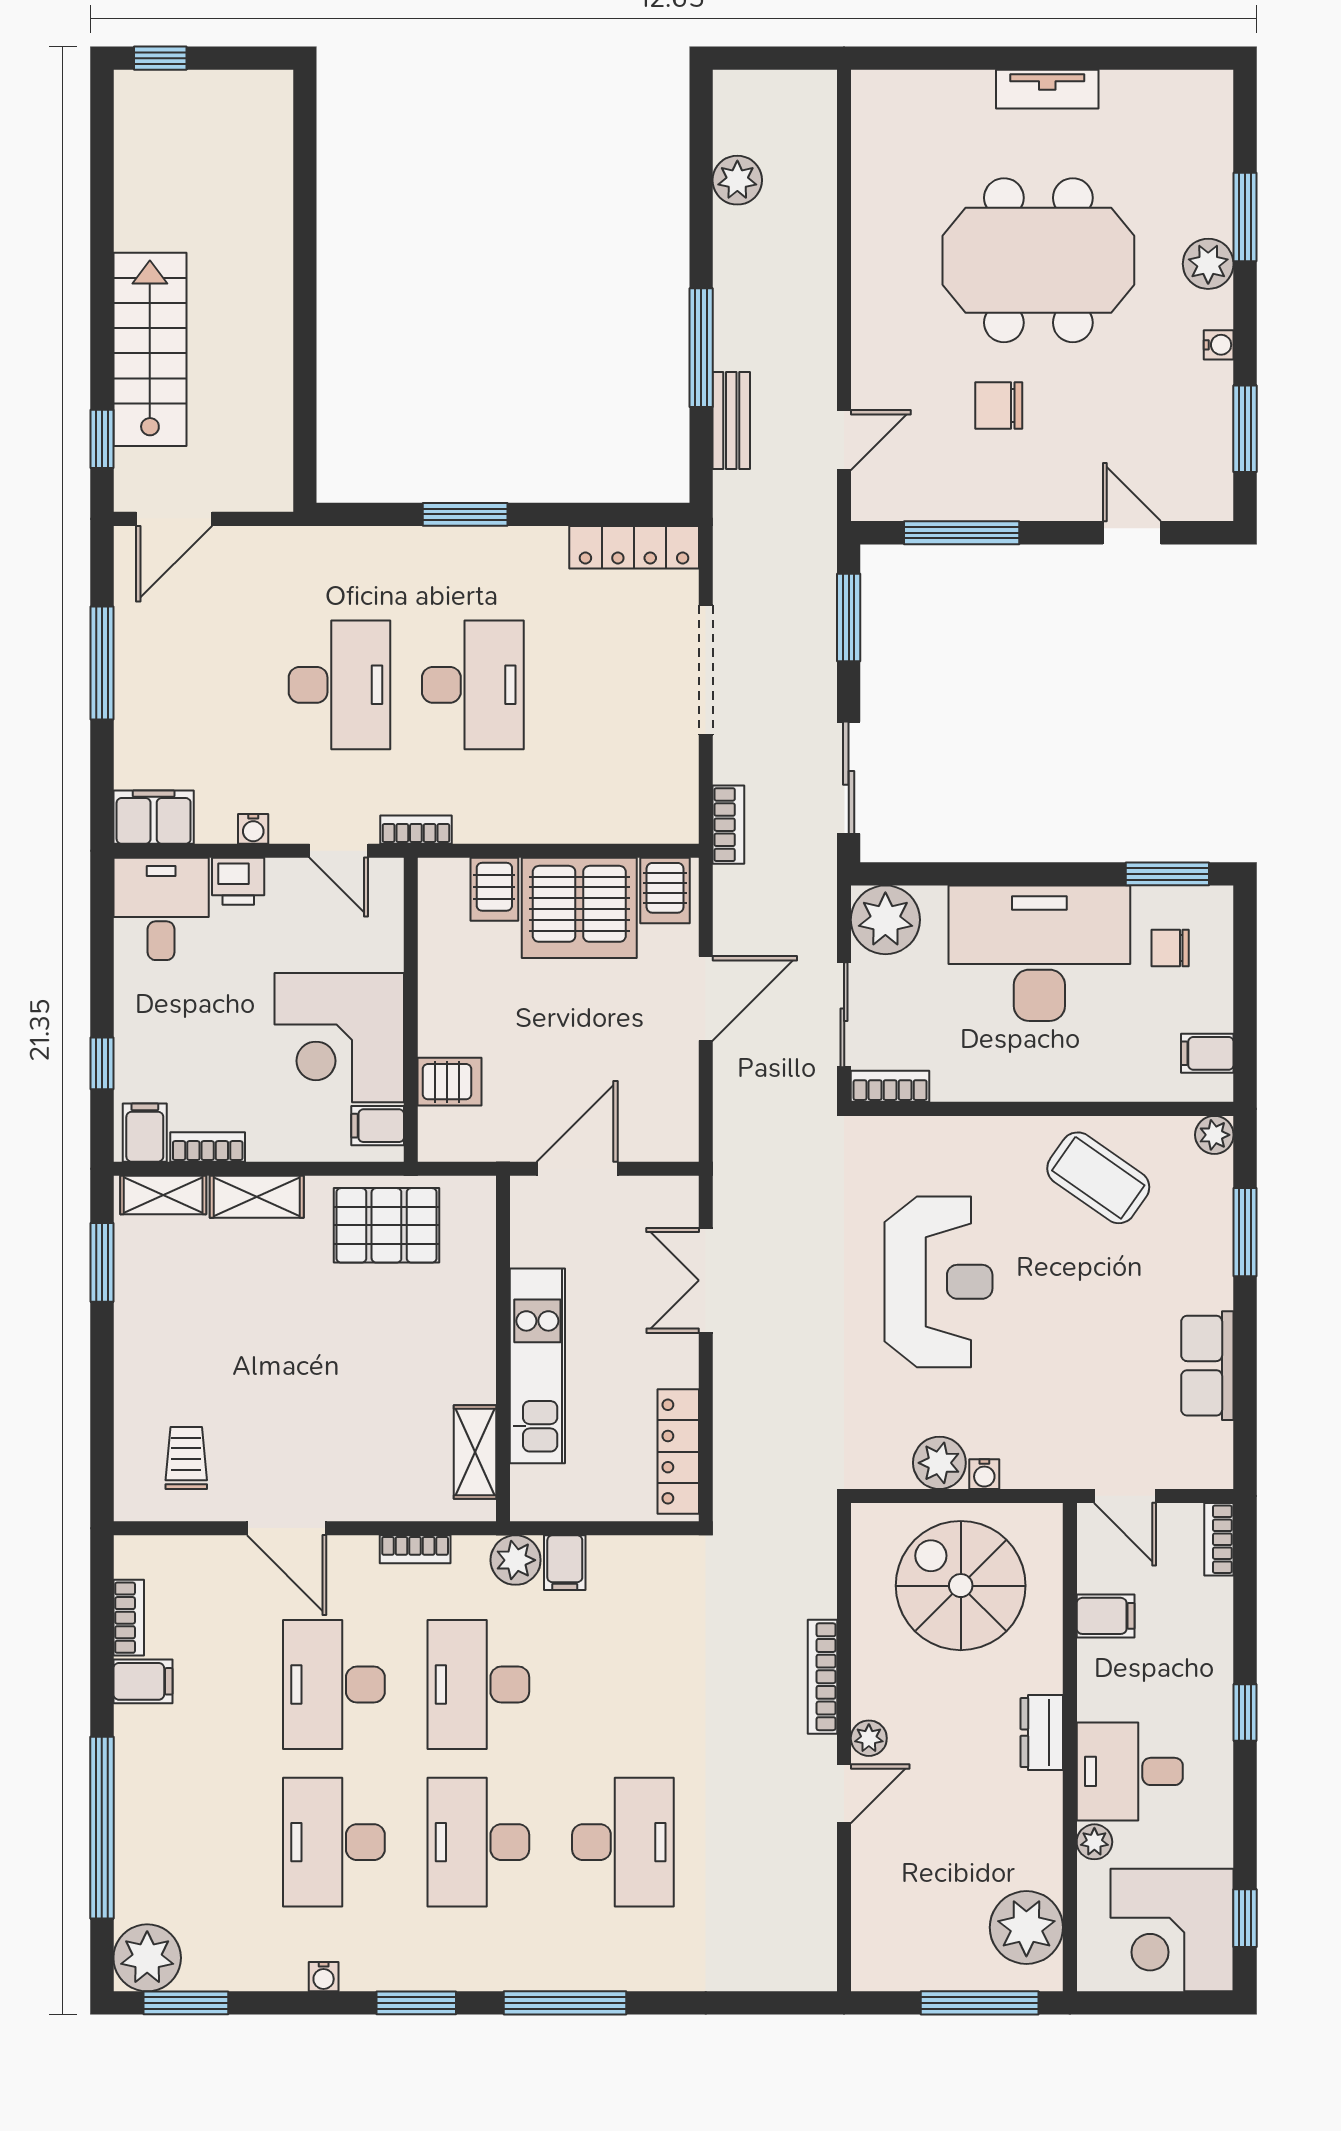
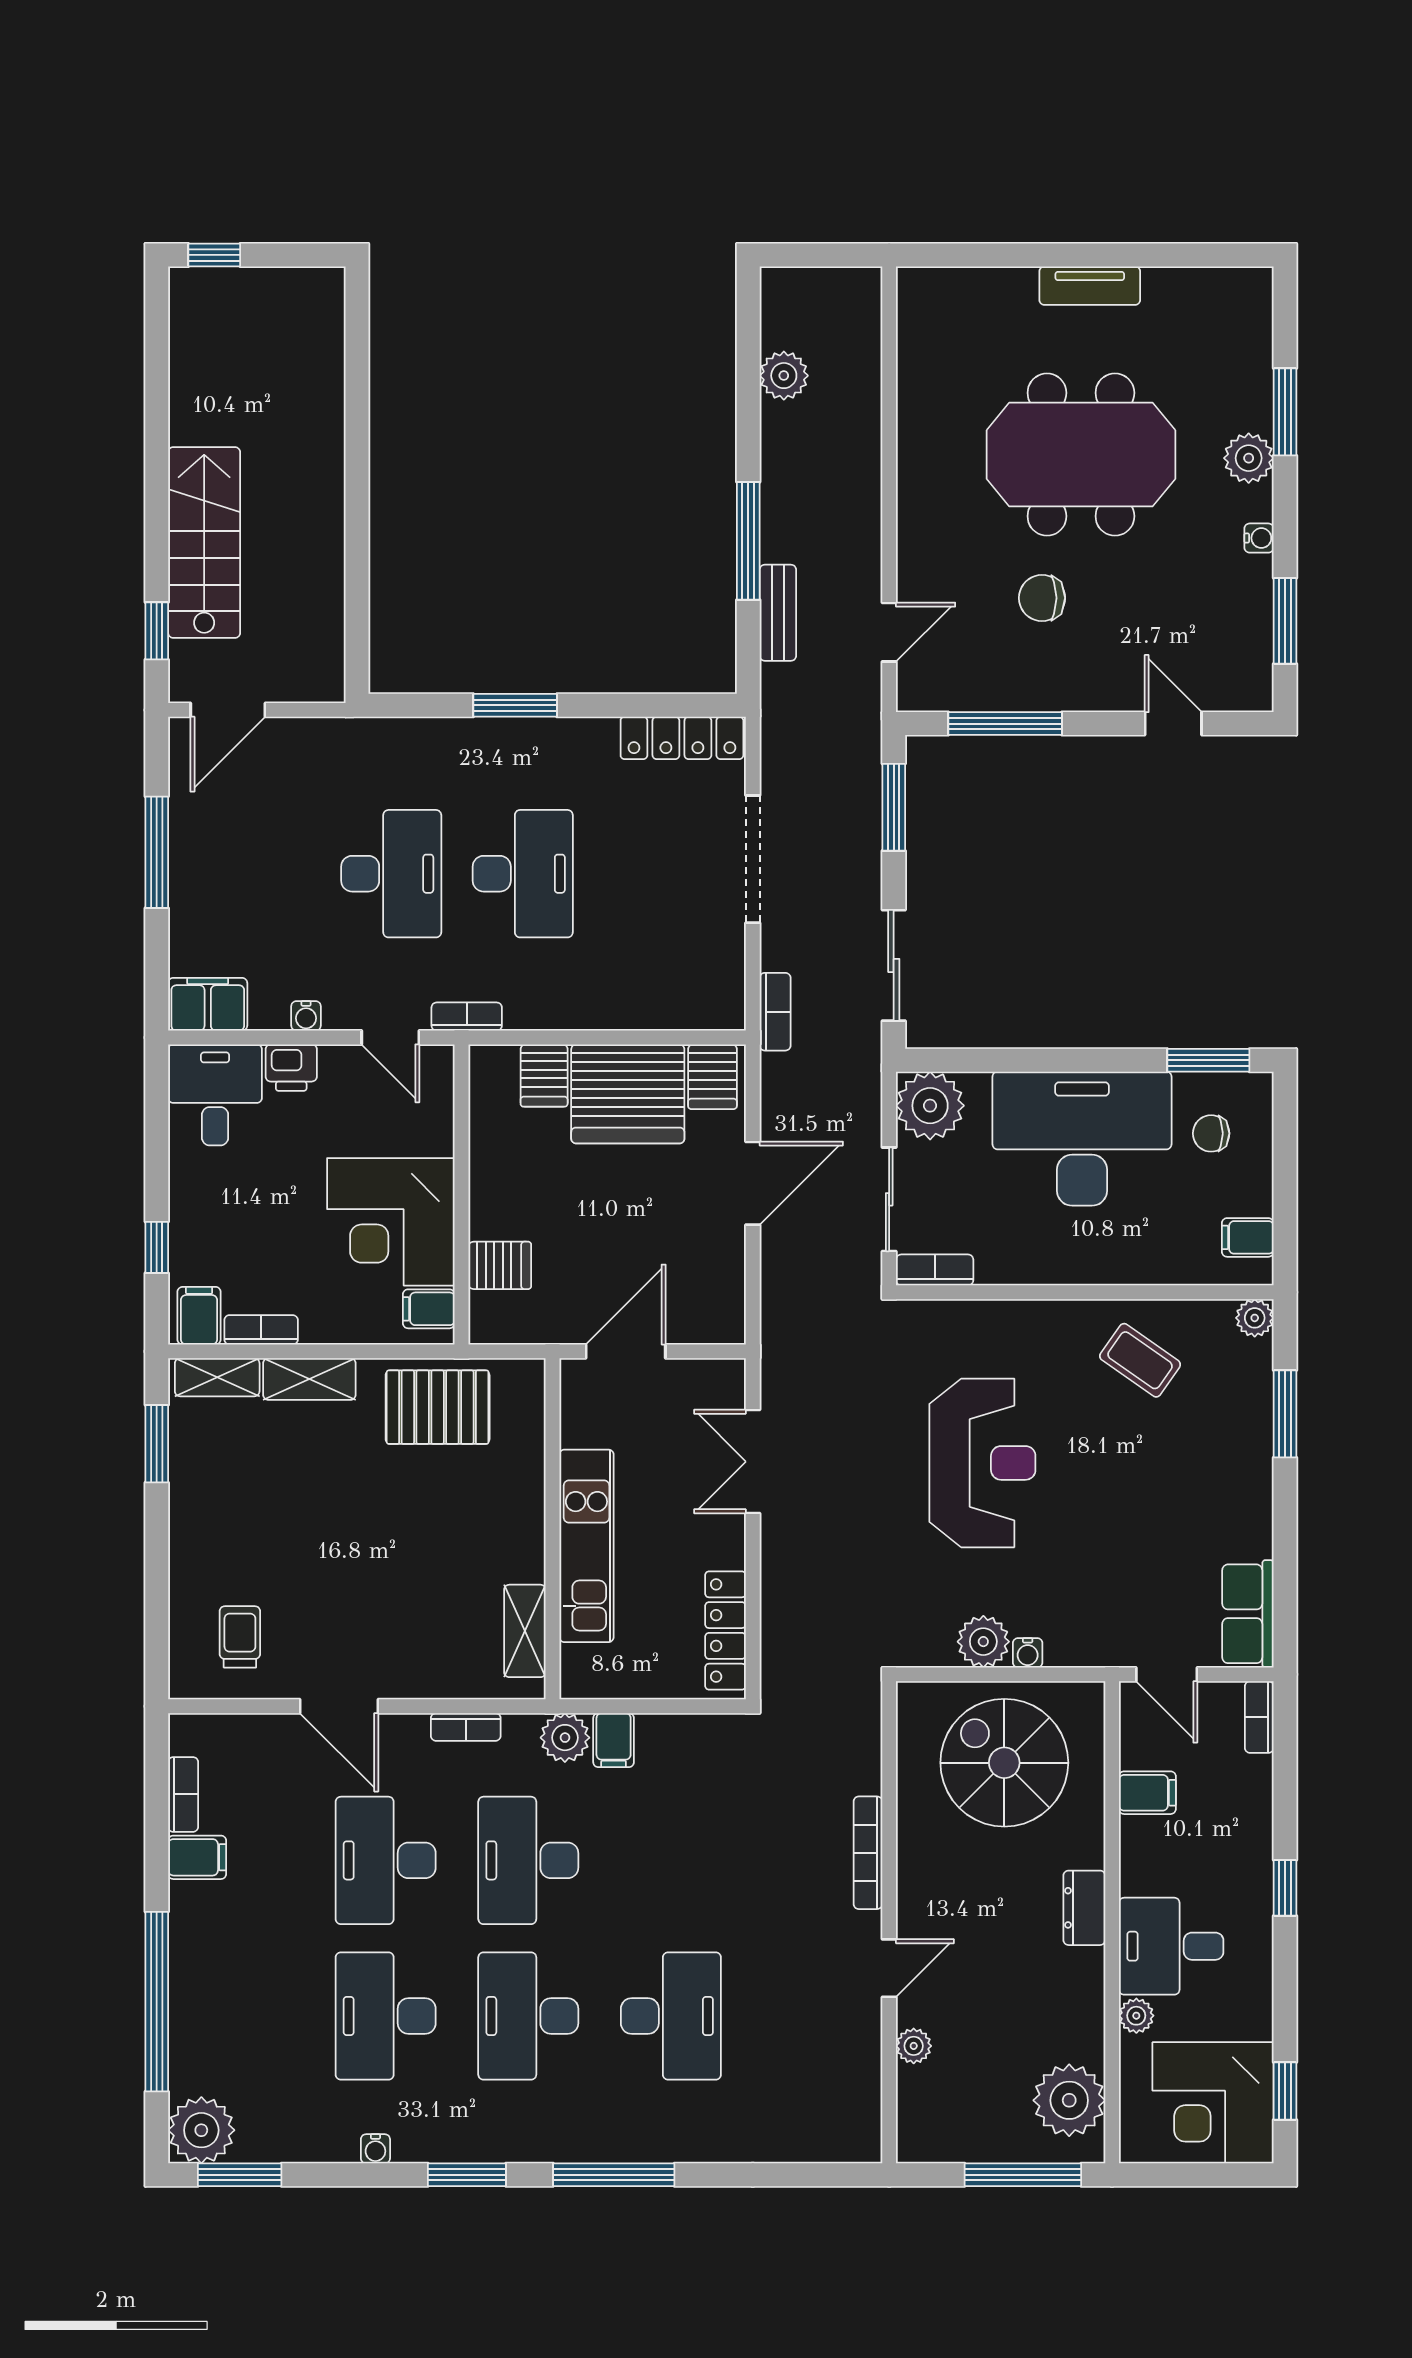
coffee table: (1098, 1178) -> (1140, 1360), width x0.73, depth x0.77
row of seats: (1207, 1366) -> (1248, 1614), moved
plant: (869, 1738) -> (914, 2046), moved

